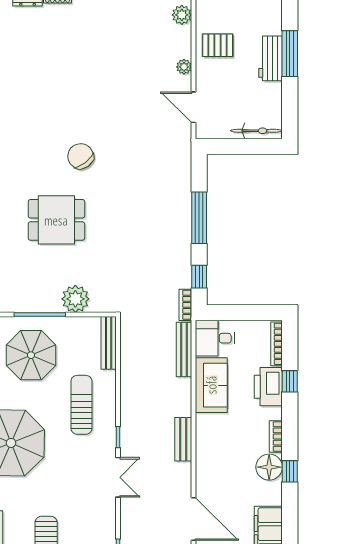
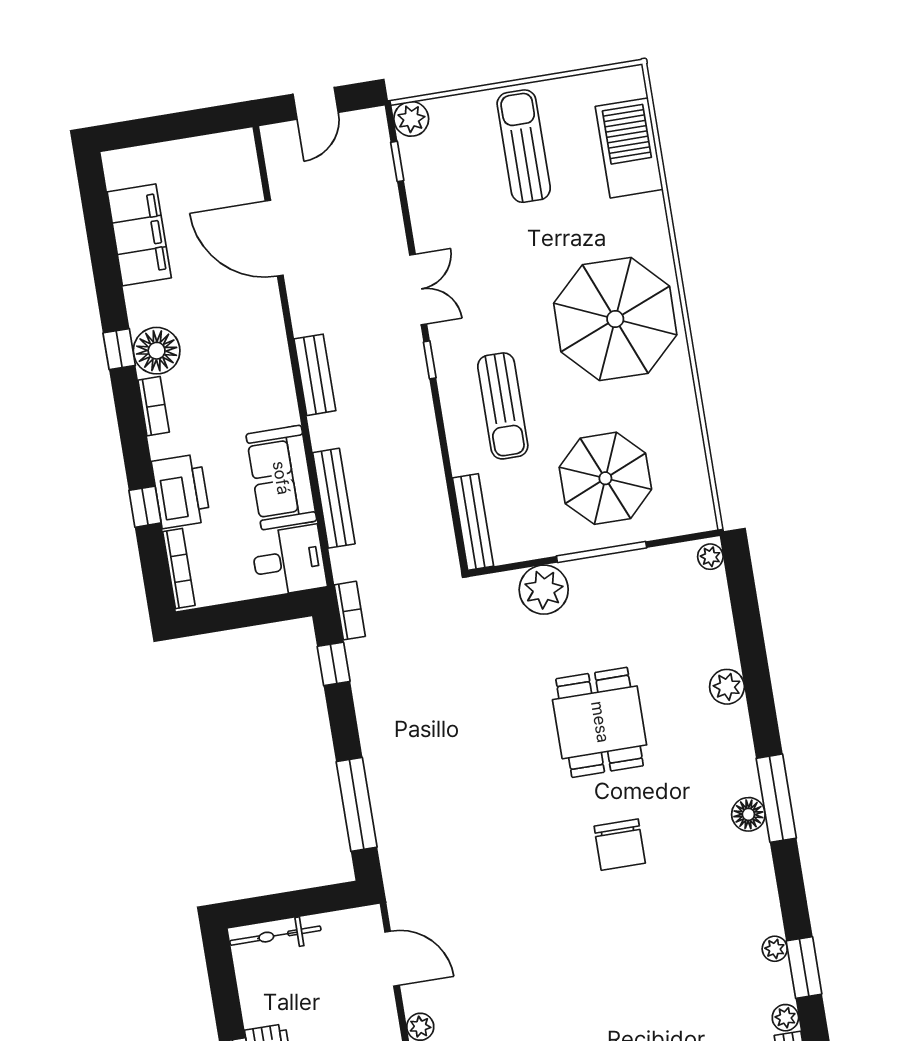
chair: (81, 156) -> (620, 845), moved, turned 37
window: (199, 218) -> (357, 804), moved
dining table: (56, 220) -> (600, 722), turned 90
bench: (184, 349) -> (334, 498), moved
double door: (118, 477) -> (418, 289), swing flipped

